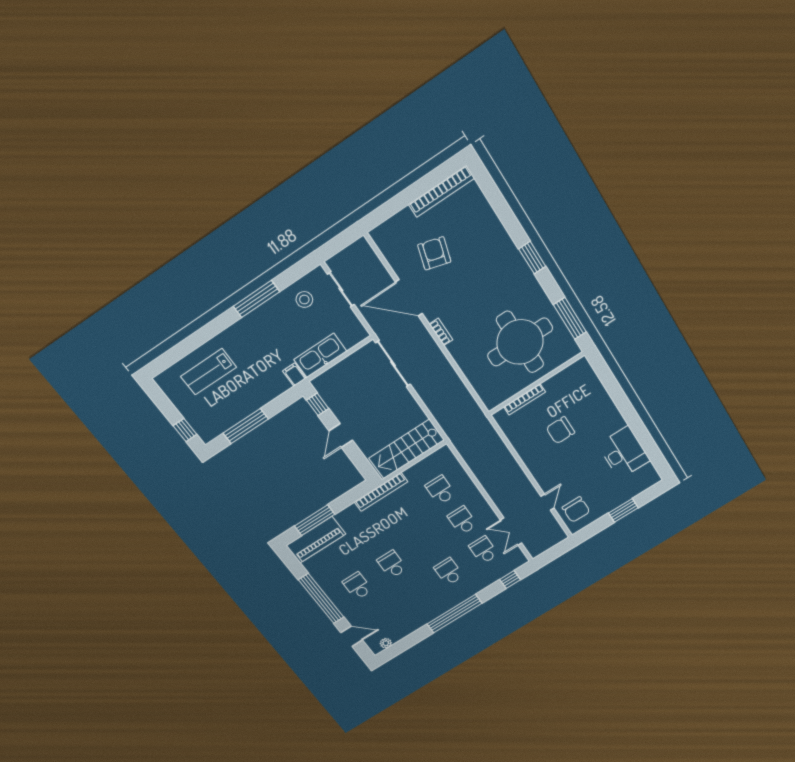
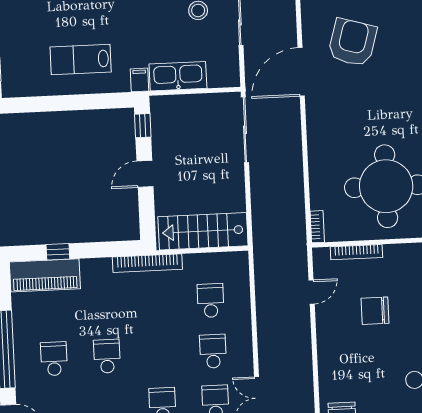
armchair: (434, 253) -> (352, 42), width x1.36, depth x1.36
door: (409, 298) -> (301, 72), hinge flipped
bookcase: (441, 332) -> (317, 227), moved
lab bench: (209, 372) -> (81, 60), moved
window: (246, 426) -> (56, 103), removed
door: (547, 502) -> (312, 292), moved
window: (315, 520) -> (58, 252), width x0.46

